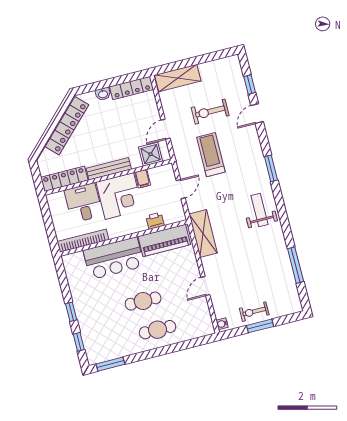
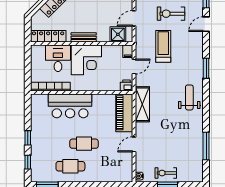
bench: (109, 169) -> (84, 37), width x0.73
filing cabinet: (143, 179) -> (128, 51), moved
printer: (155, 221) -> (126, 85), moved
piano: (164, 240) -> (124, 113), moved, turned 90
cafe table: (158, 330) -> (70, 166), moved

